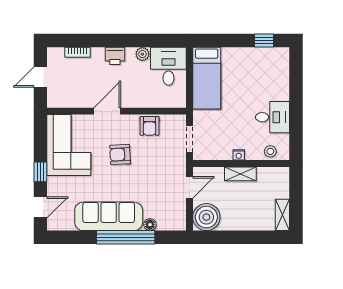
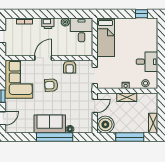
sofa: (109, 216) -> (50, 124), width x0.73
window: (245, 237) -> (130, 137), added

